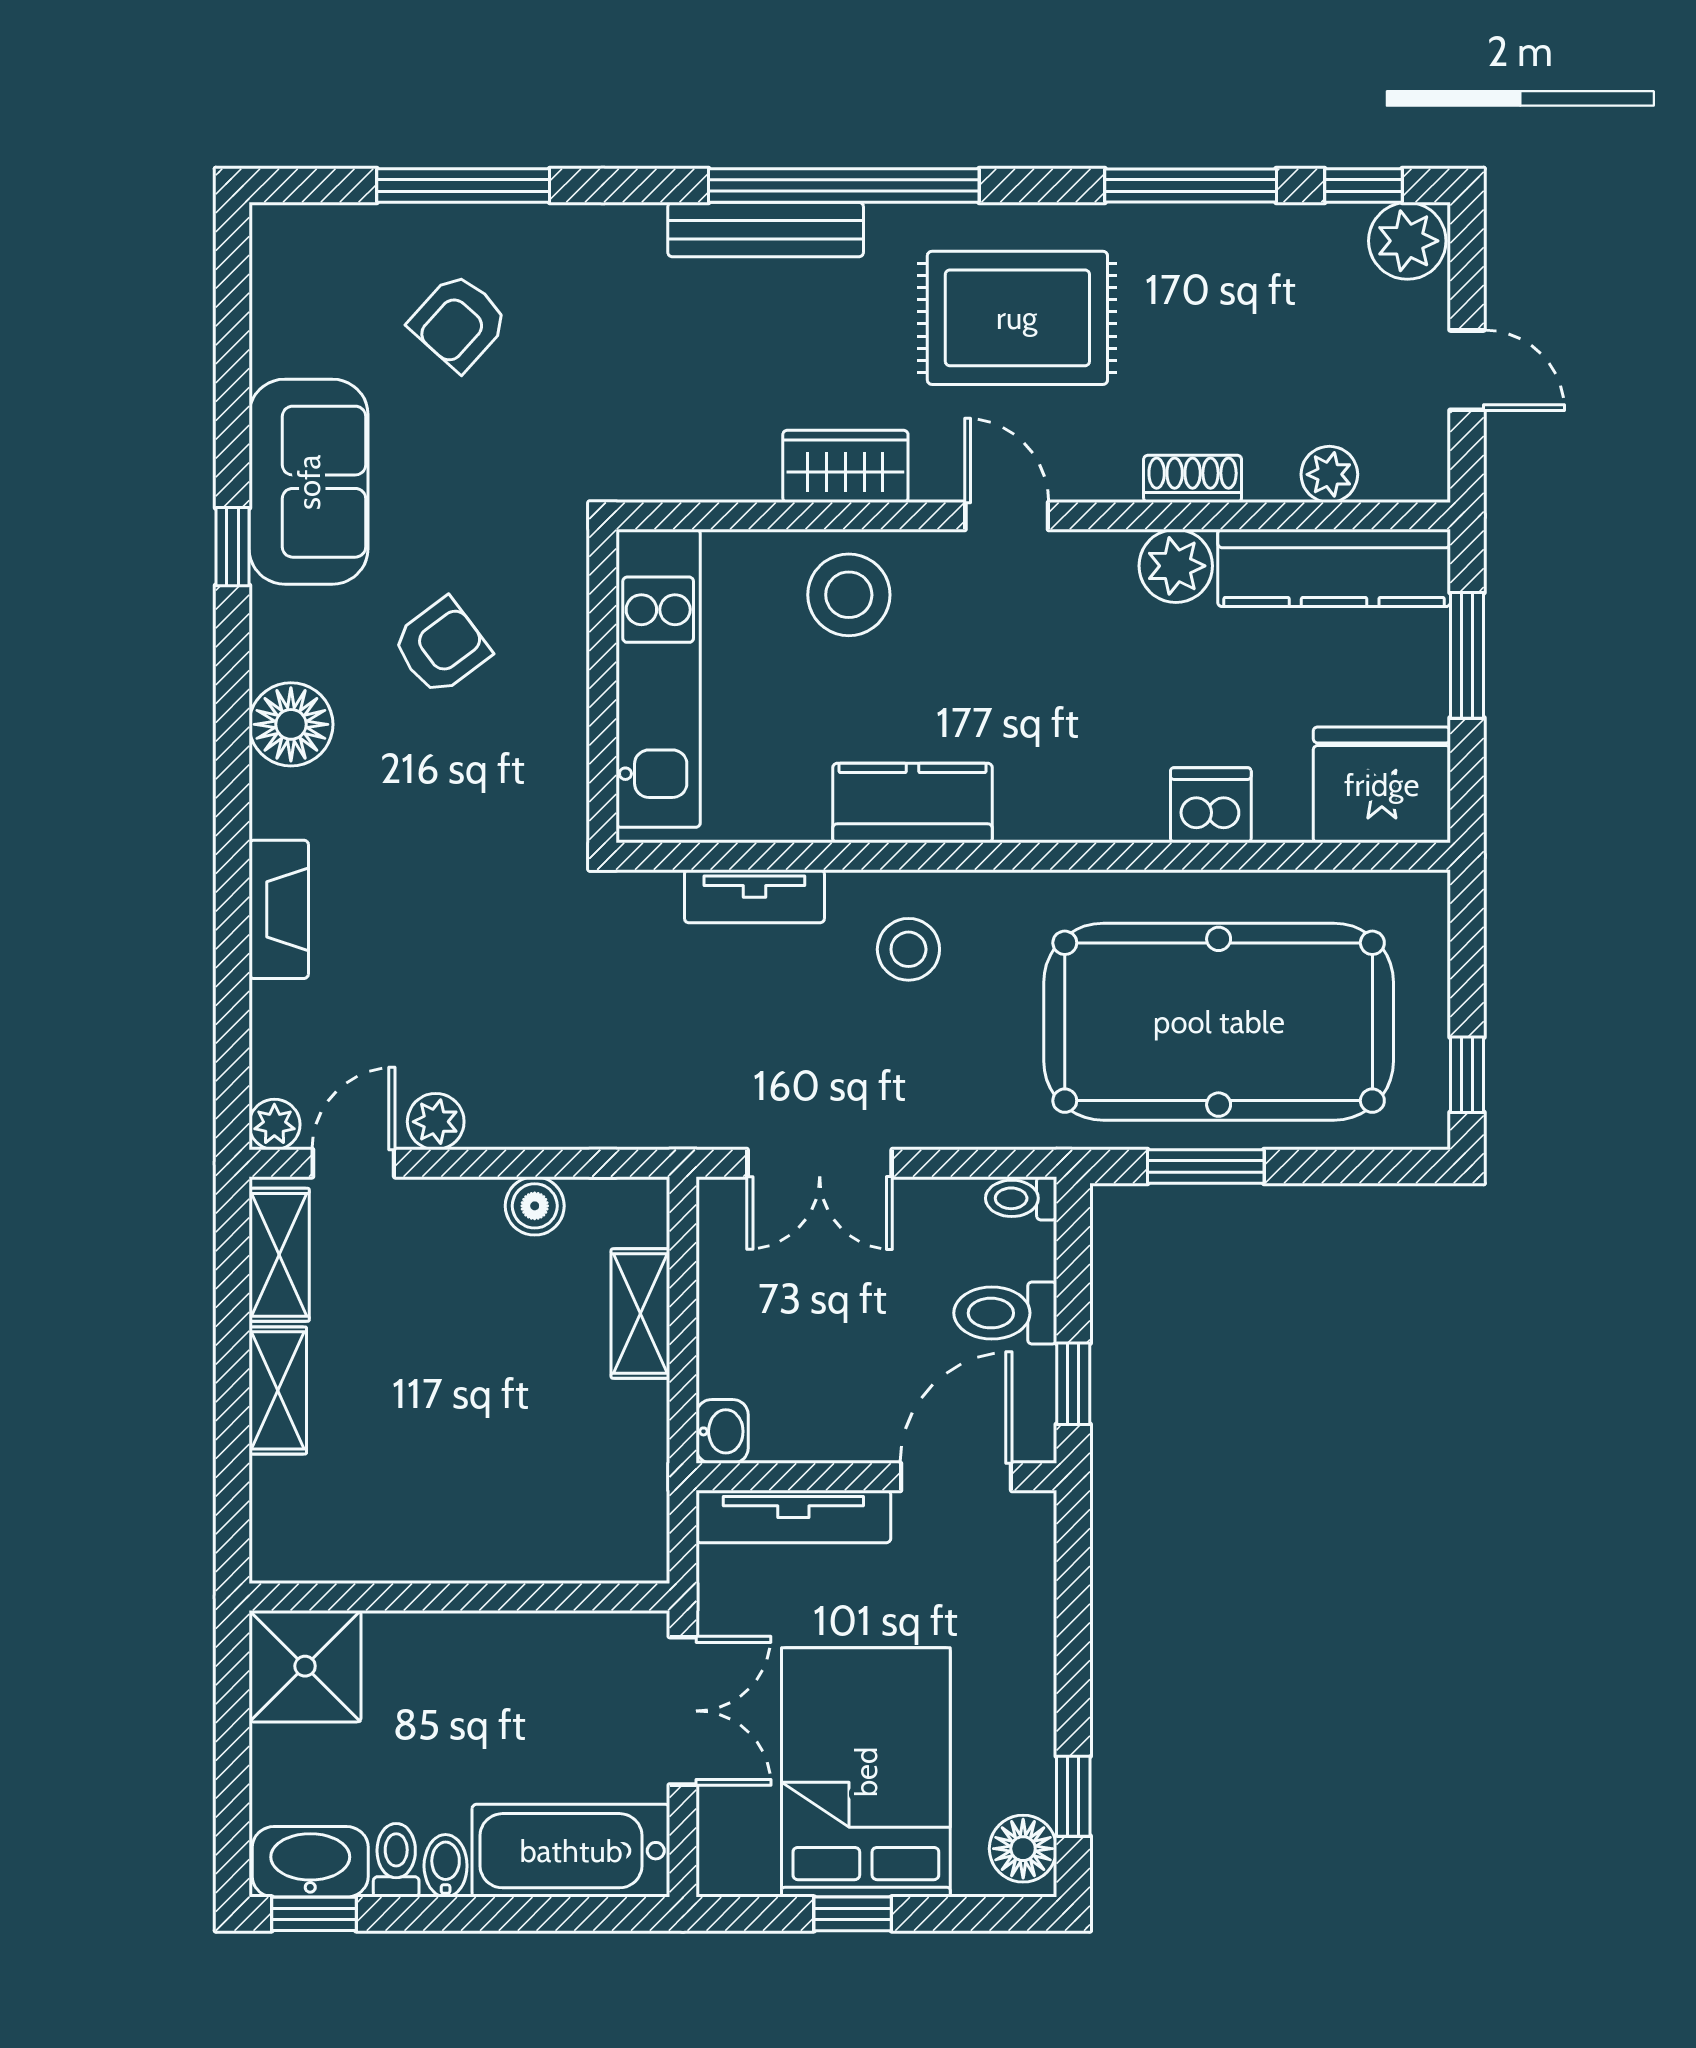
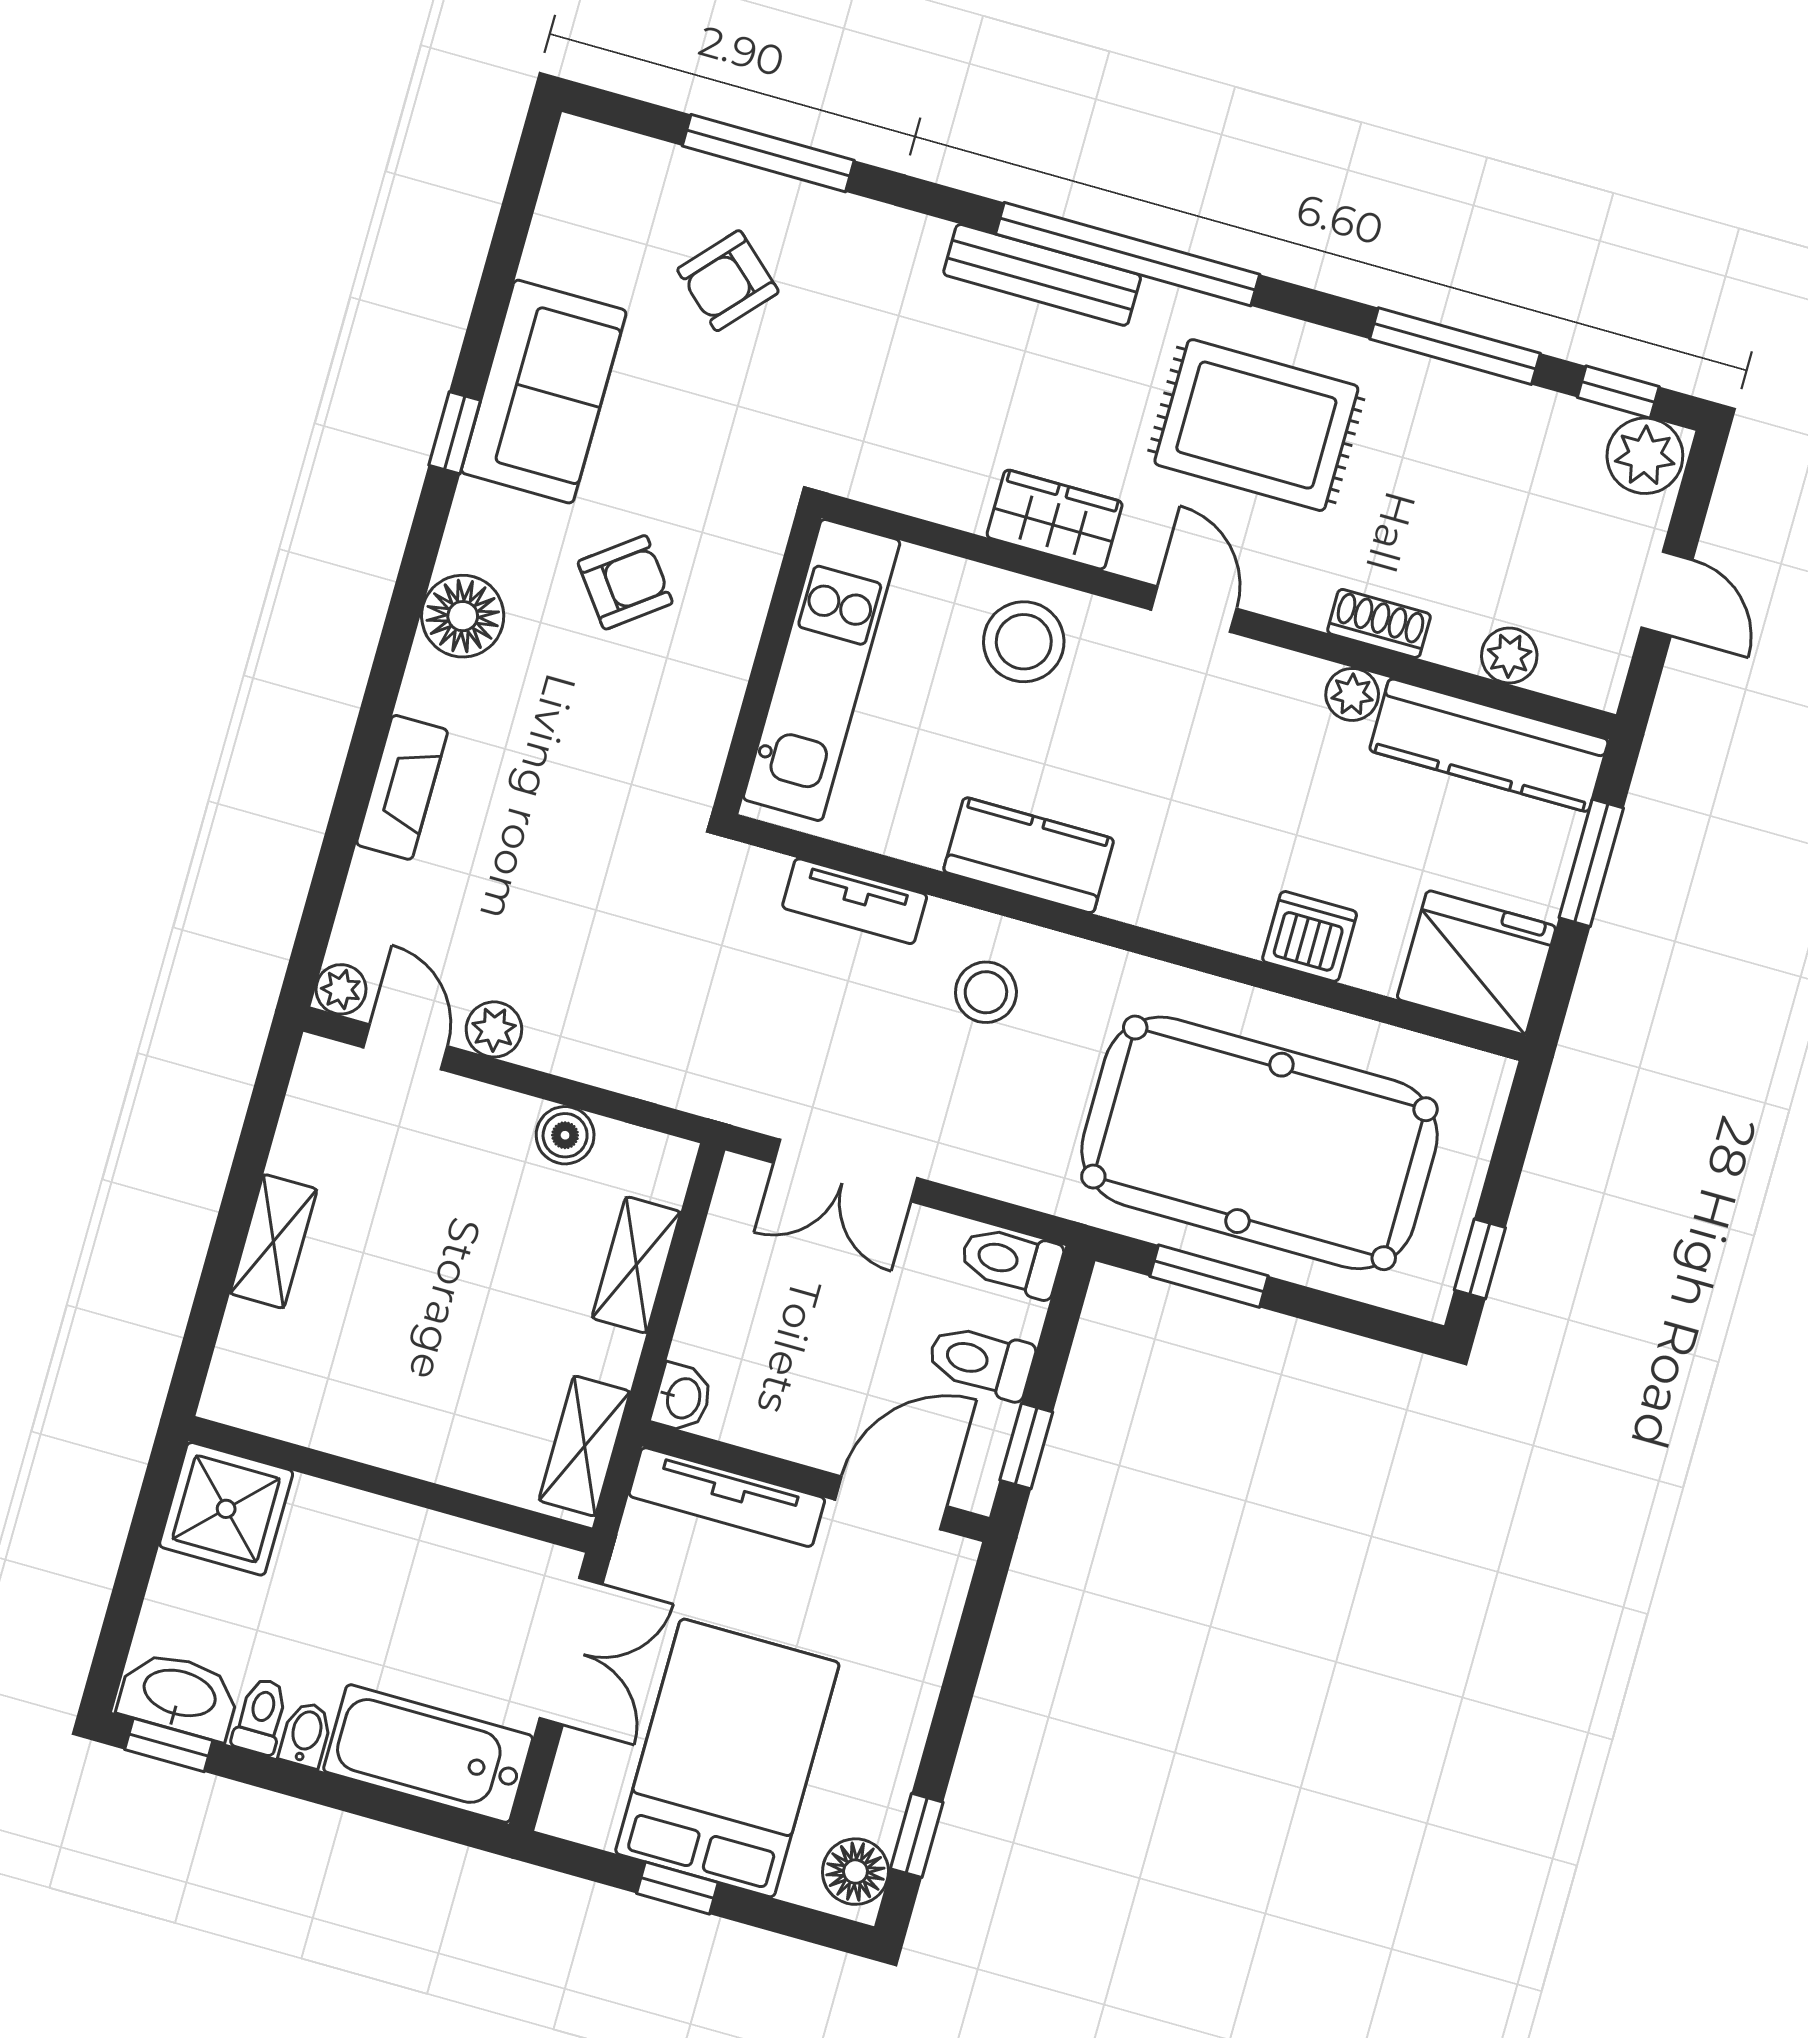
plant: (1176, 566) -> (1352, 694), width x0.73, depth x0.73
door: (354, 1163) -> (405, 1047), hinge flipped
toilet: (1021, 1198) -> (1011, 1261), width x1.37, depth x1.39
shelving: (279, 1255) -> (585, 1446), moved

